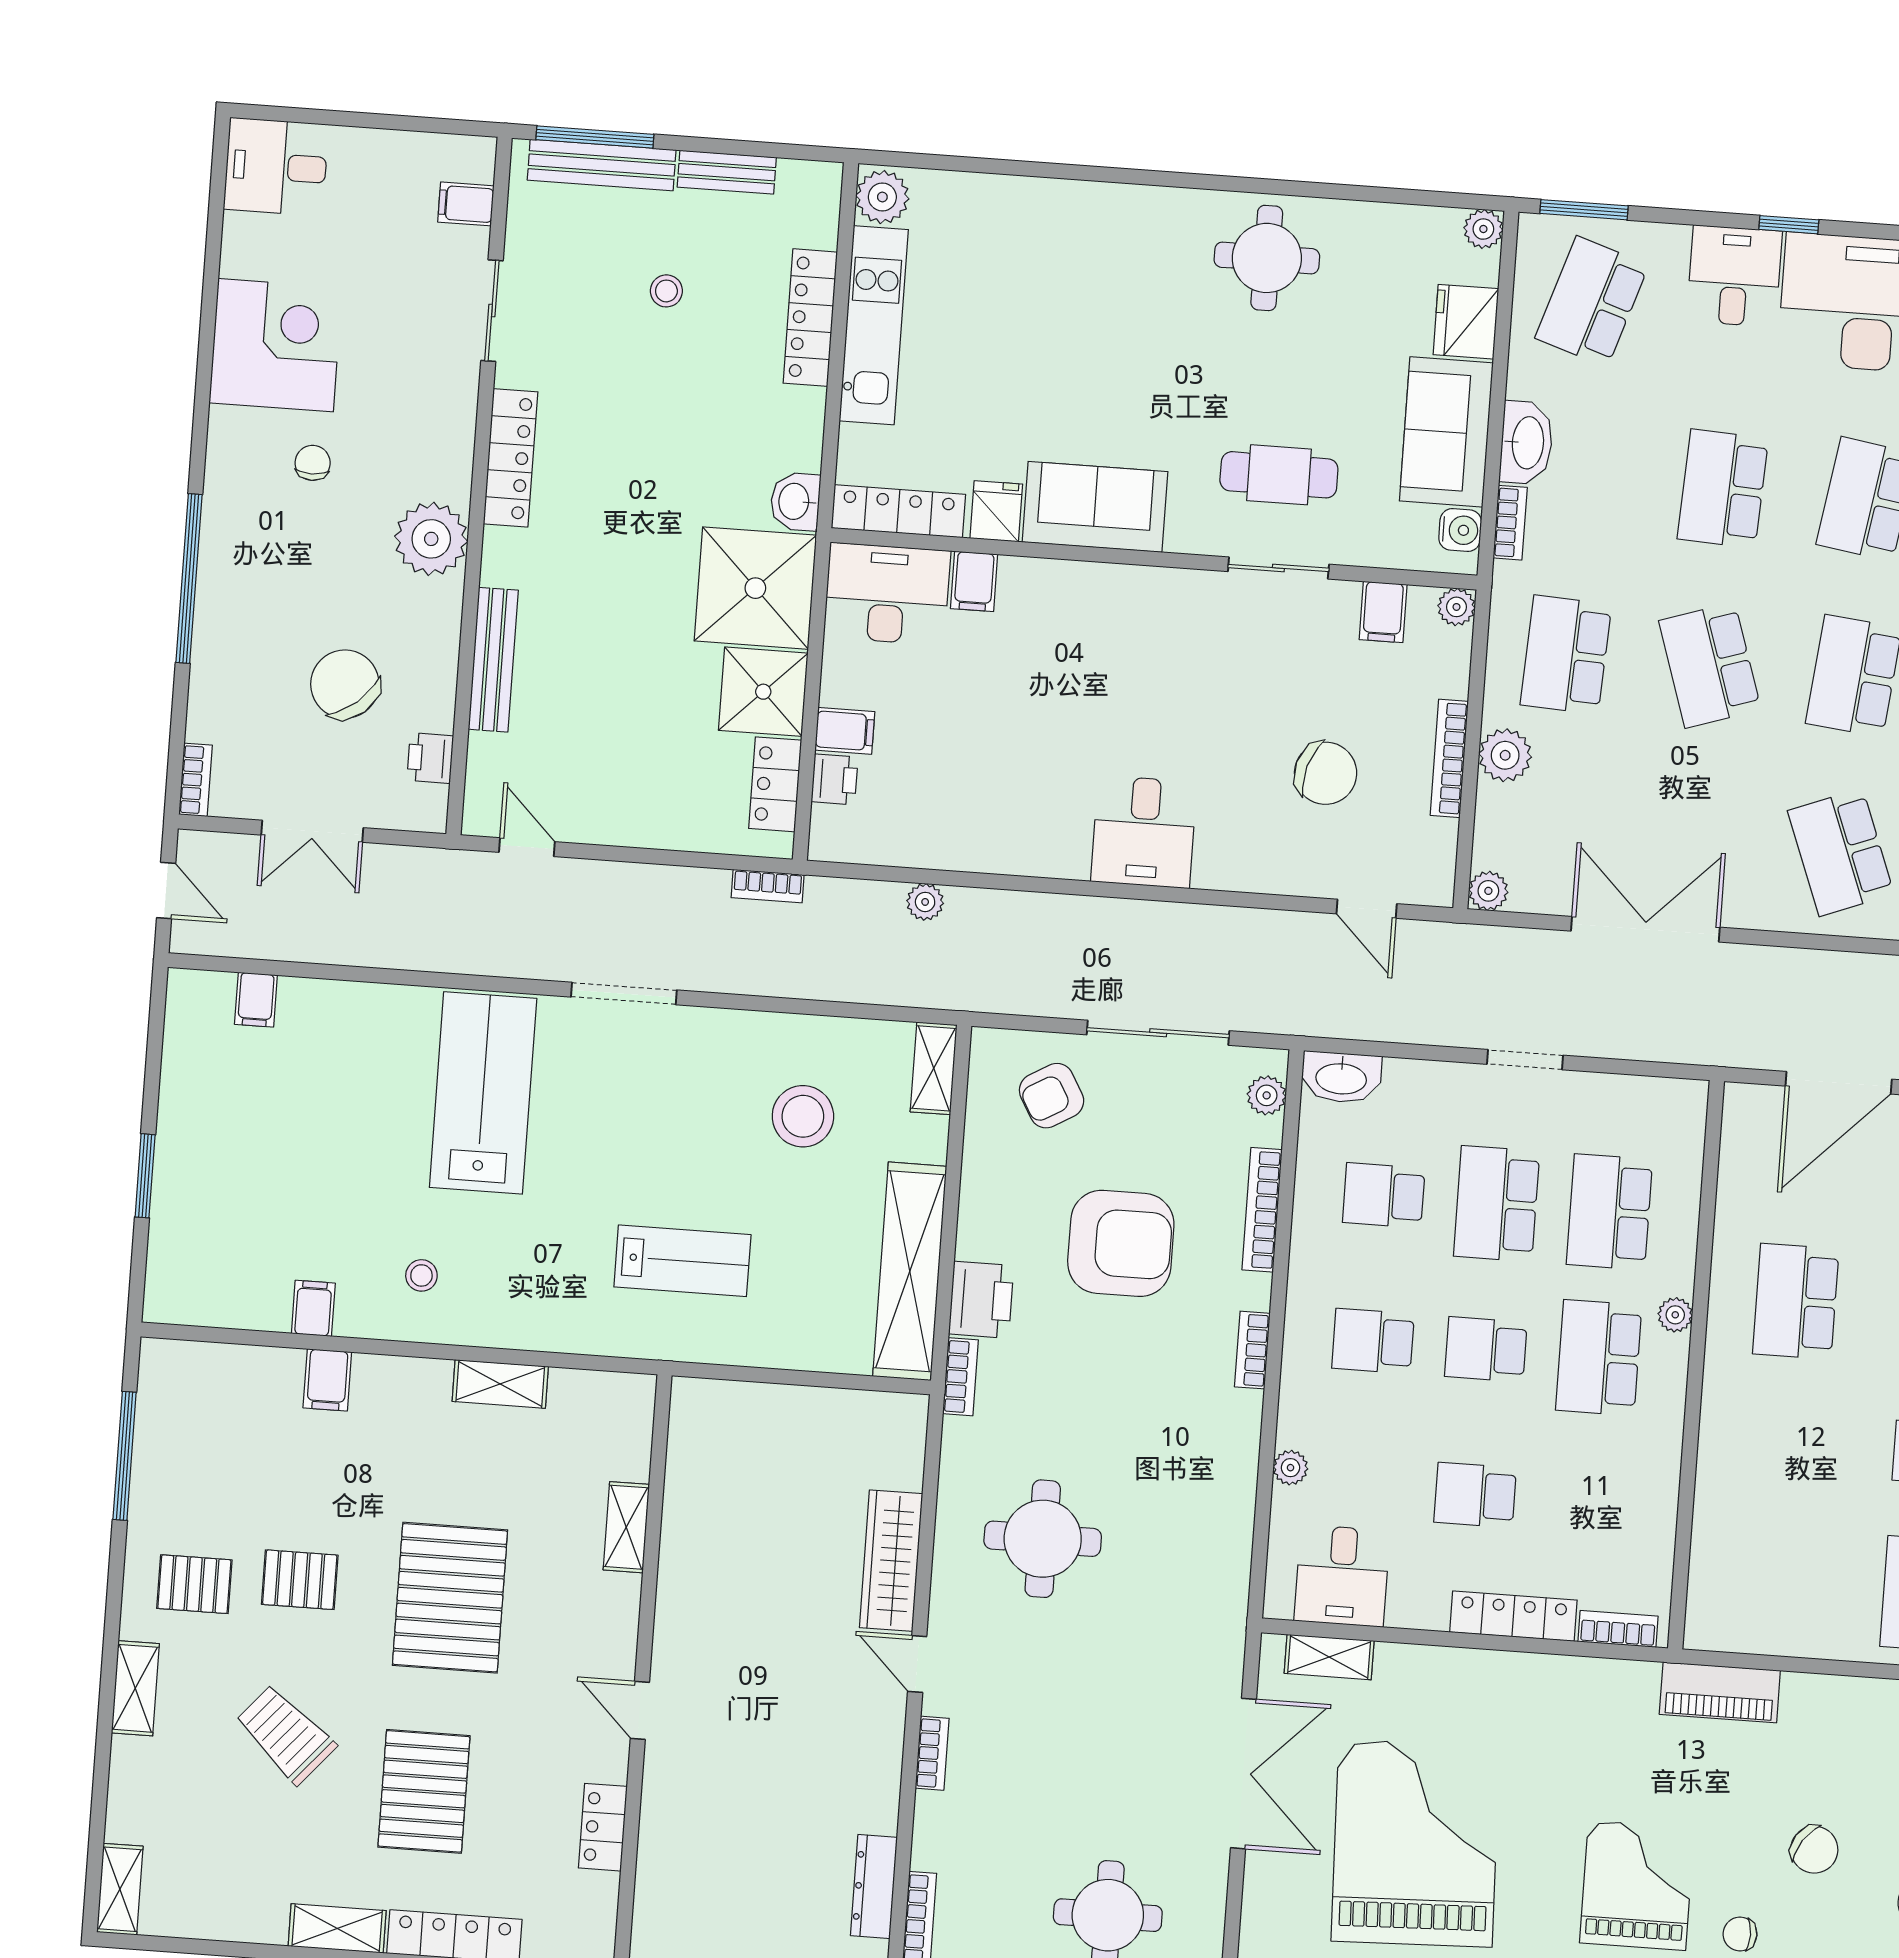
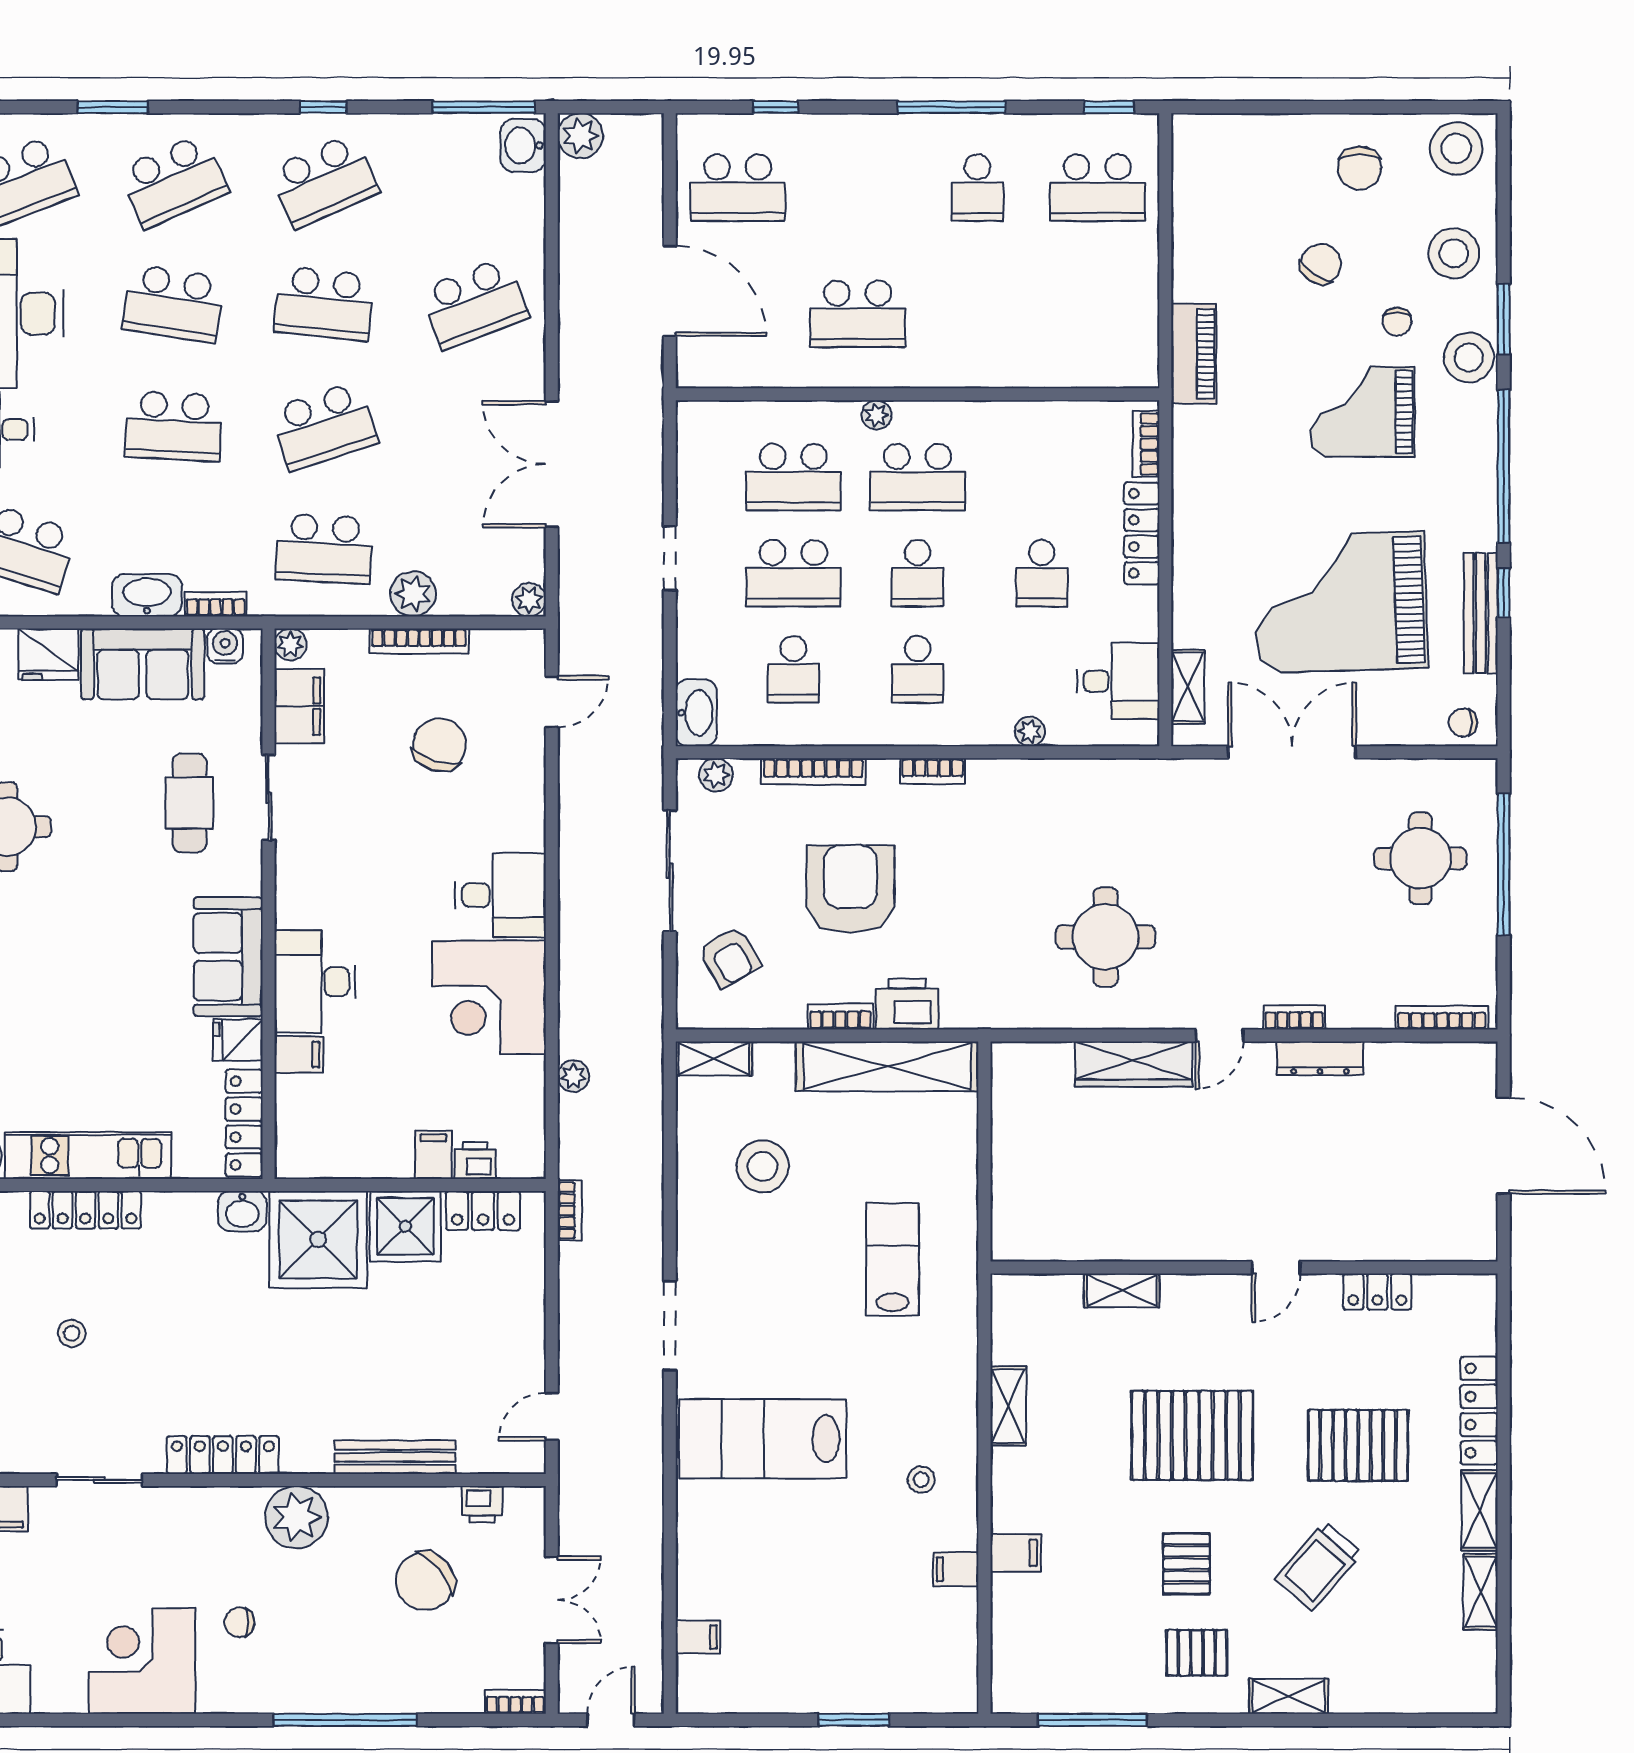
desk: (887, 594) -> (315, 982), moved
filing cabinet: (1383, 612) -> (299, 706), width x2.00
corner desk: (1025, 809) -> (489, 997), added
bookcase: (961, 1377) -> (840, 1017), moved
pallet: (194, 1584) -> (1197, 1653), turned 90
dresser: (874, 1886) -> (1320, 1058), moved
shelving: (120, 1889) -> (1481, 1592), moved, turned 90

